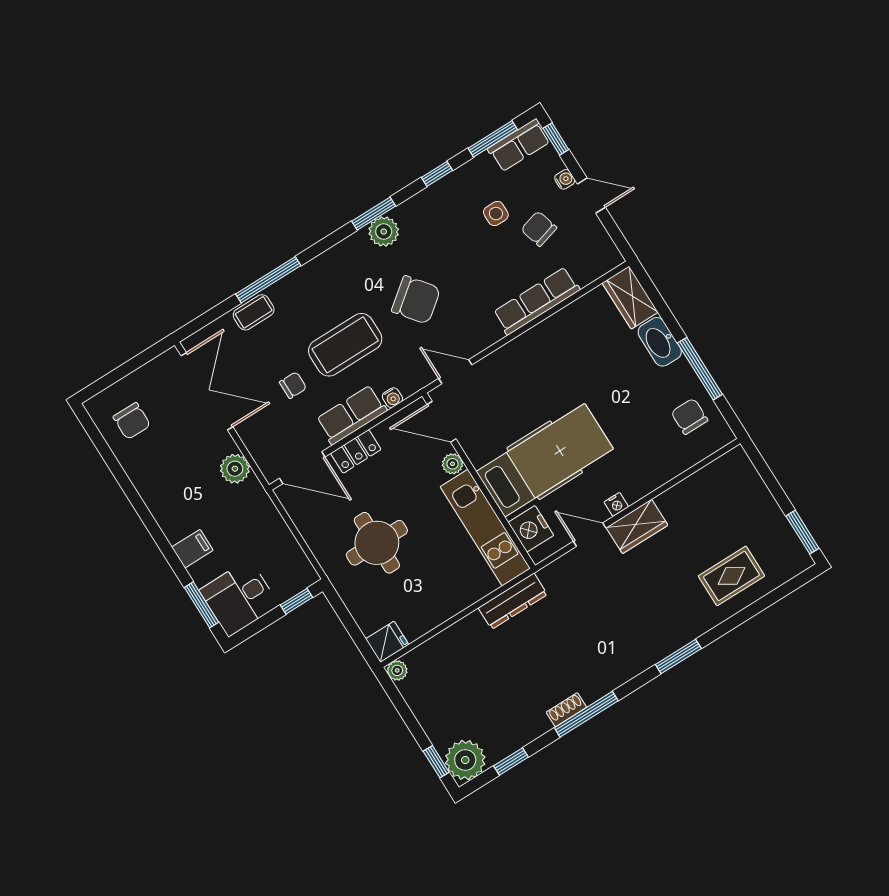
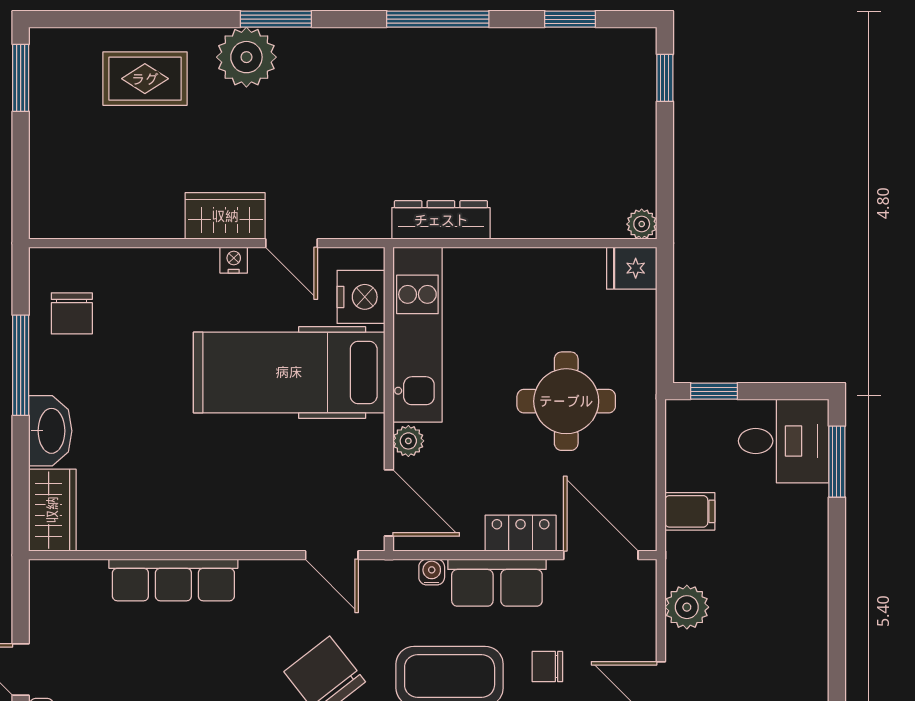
chair: (539, 229) -> (113, 669), removed
filing cabinet: (192, 549) -> (690, 511), moved, turned 180
shoe rack: (566, 710) -> (459, 40), removed
plant: (465, 760) -> (246, 57), moved

